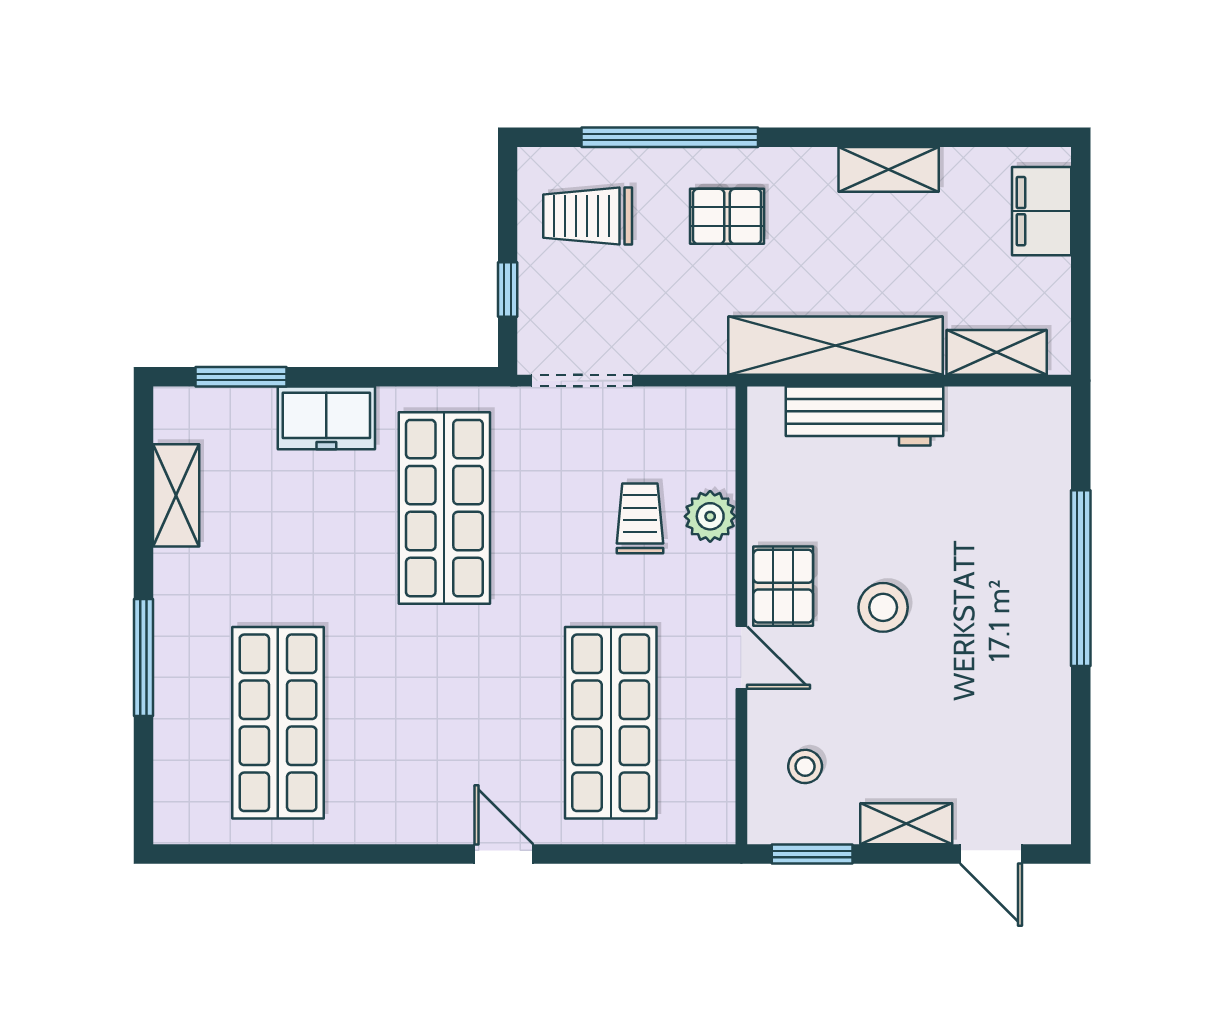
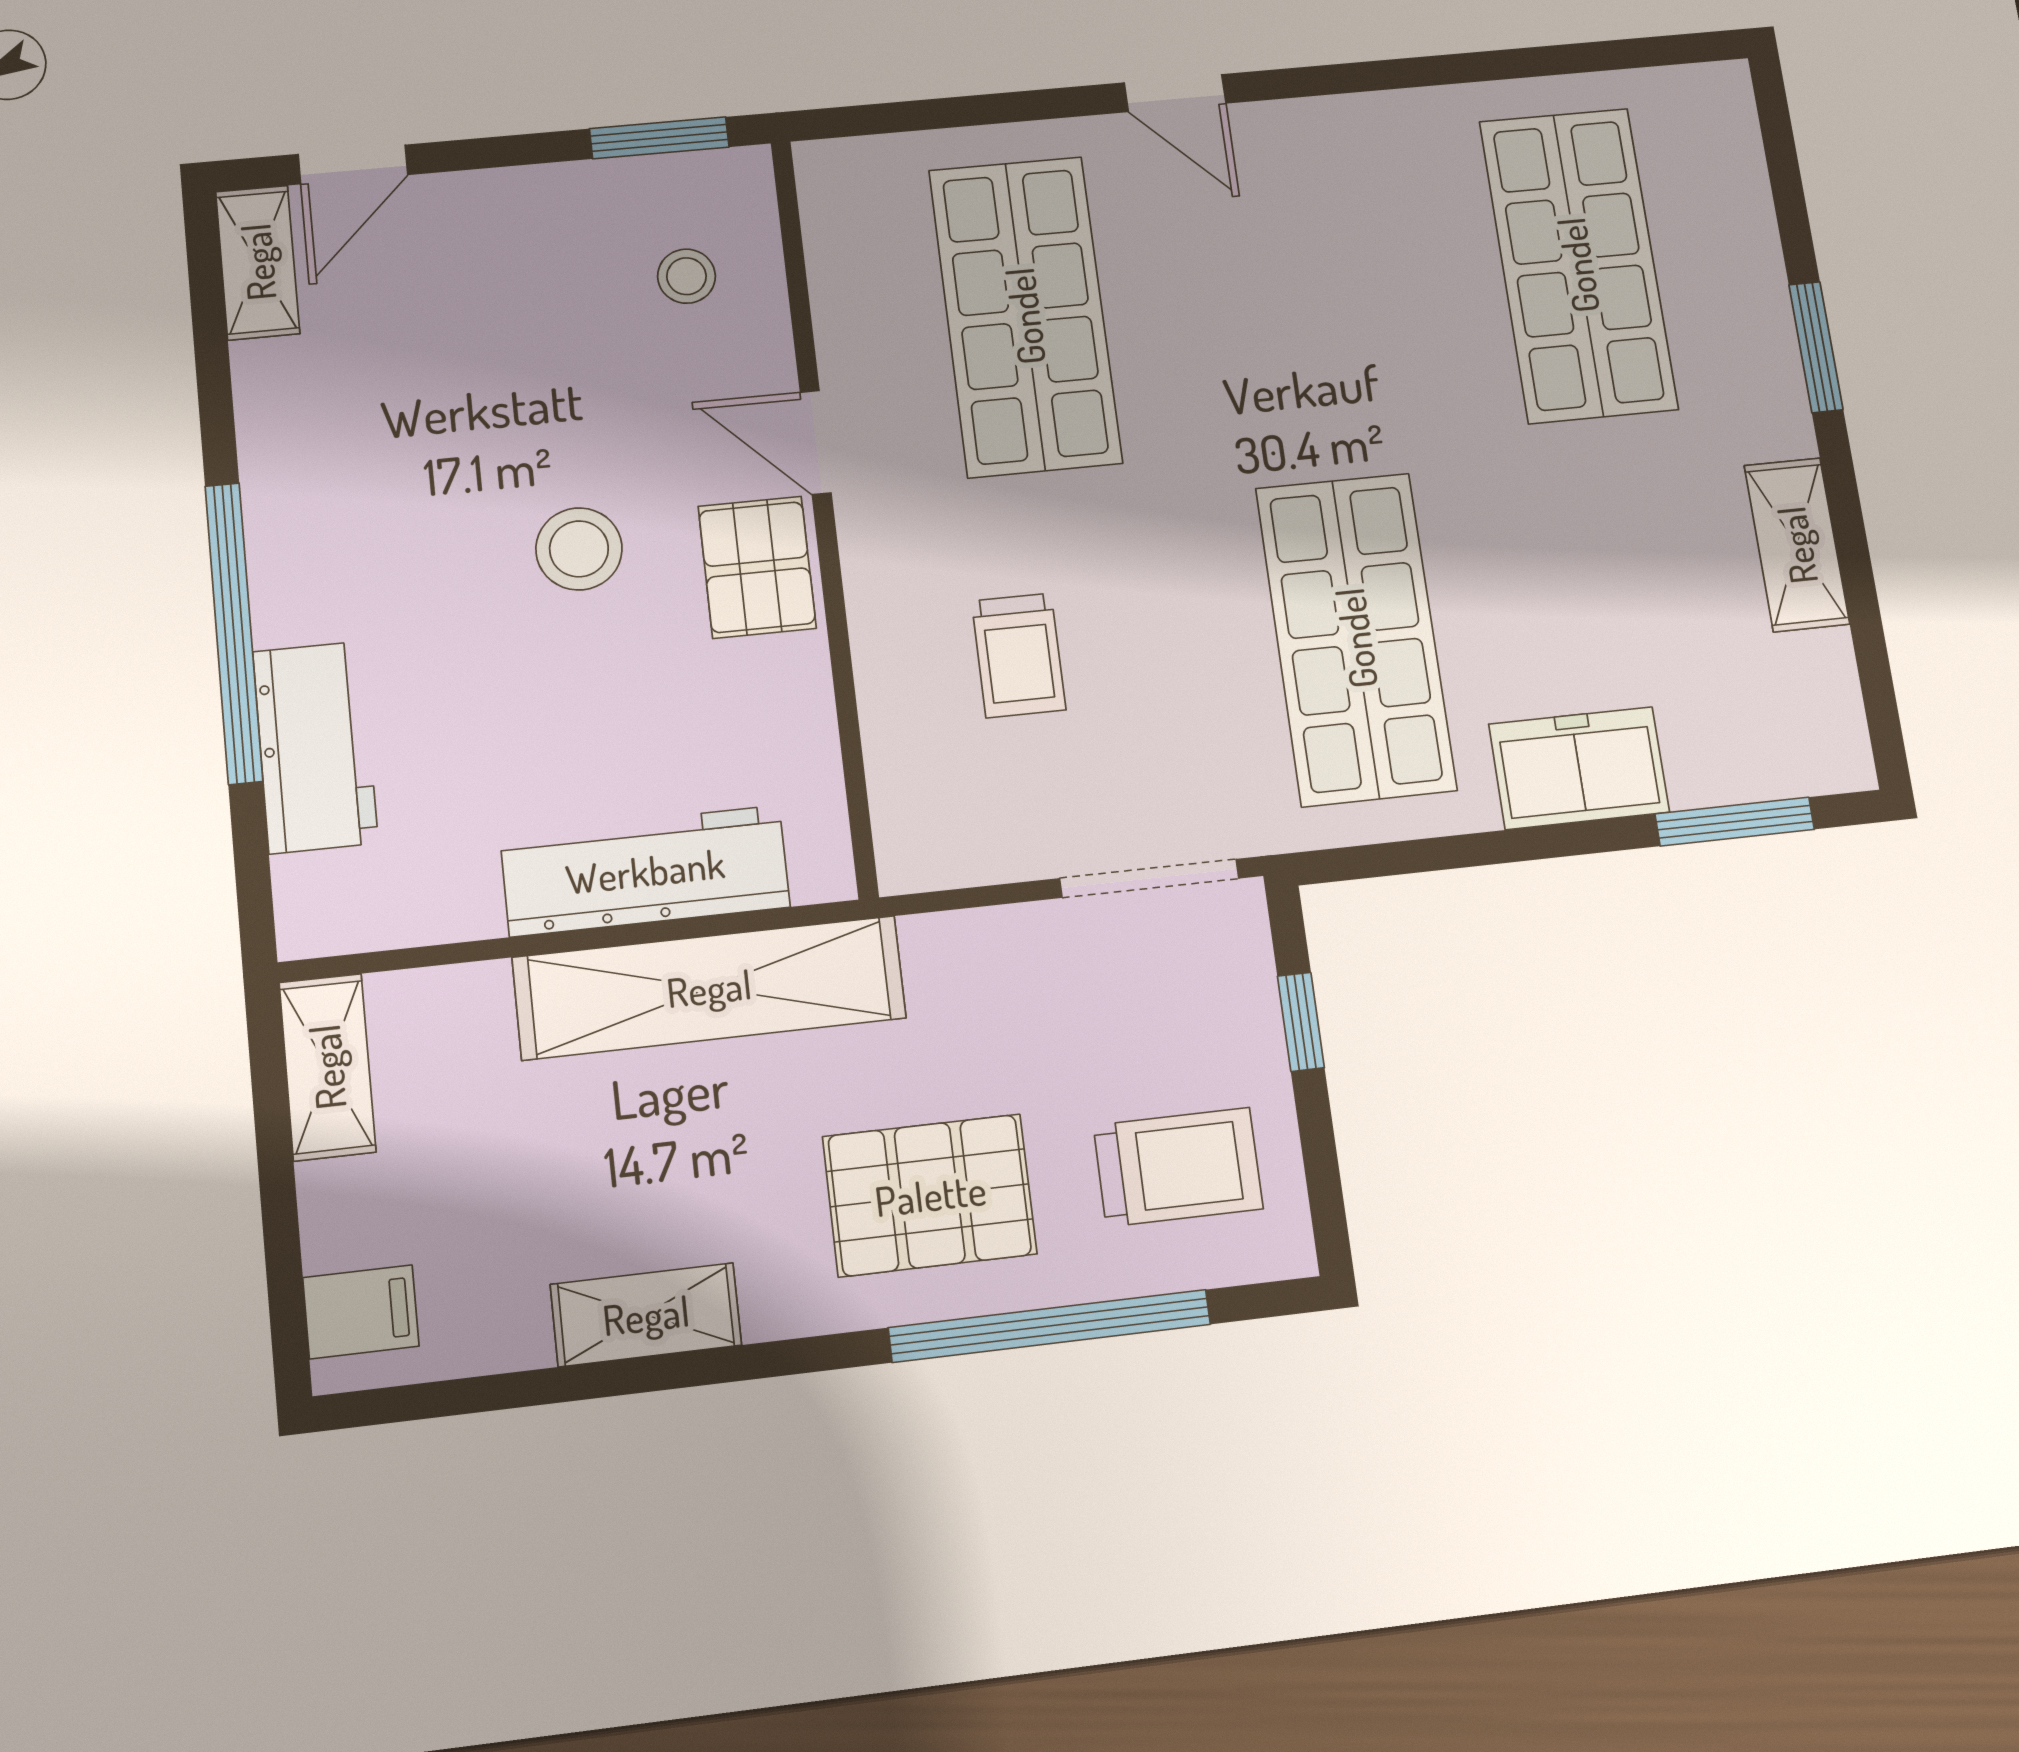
filing cabinet: (1042, 211) -> (361, 1312), width x0.50
pallet: (727, 216) -> (930, 1195), width x1.50, depth x1.42
shelving: (997, 352) -> (327, 1067), moved, turned 90
shelving: (176, 495) -> (1797, 545), moved
workbench: (1041, 507) -> (315, 747), added
plant: (710, 516) -> (897, 671), removed
window: (143, 658) -> (1816, 347), width x0.69
shelving: (906, 824) -> (258, 262), moved, turned 90
door: (991, 854) -> (353, 164), swing flipped

